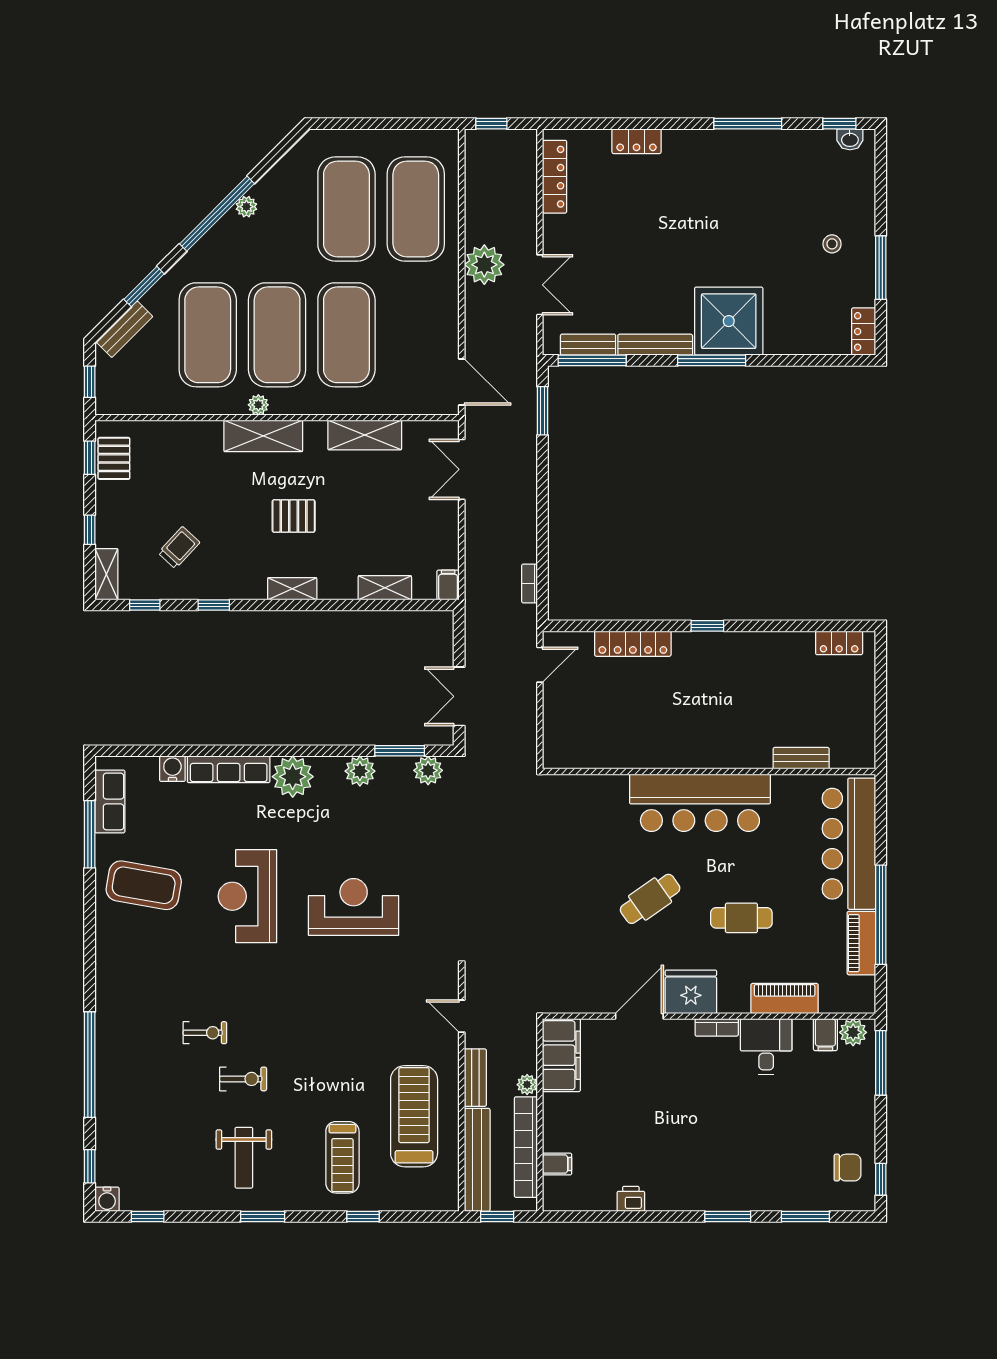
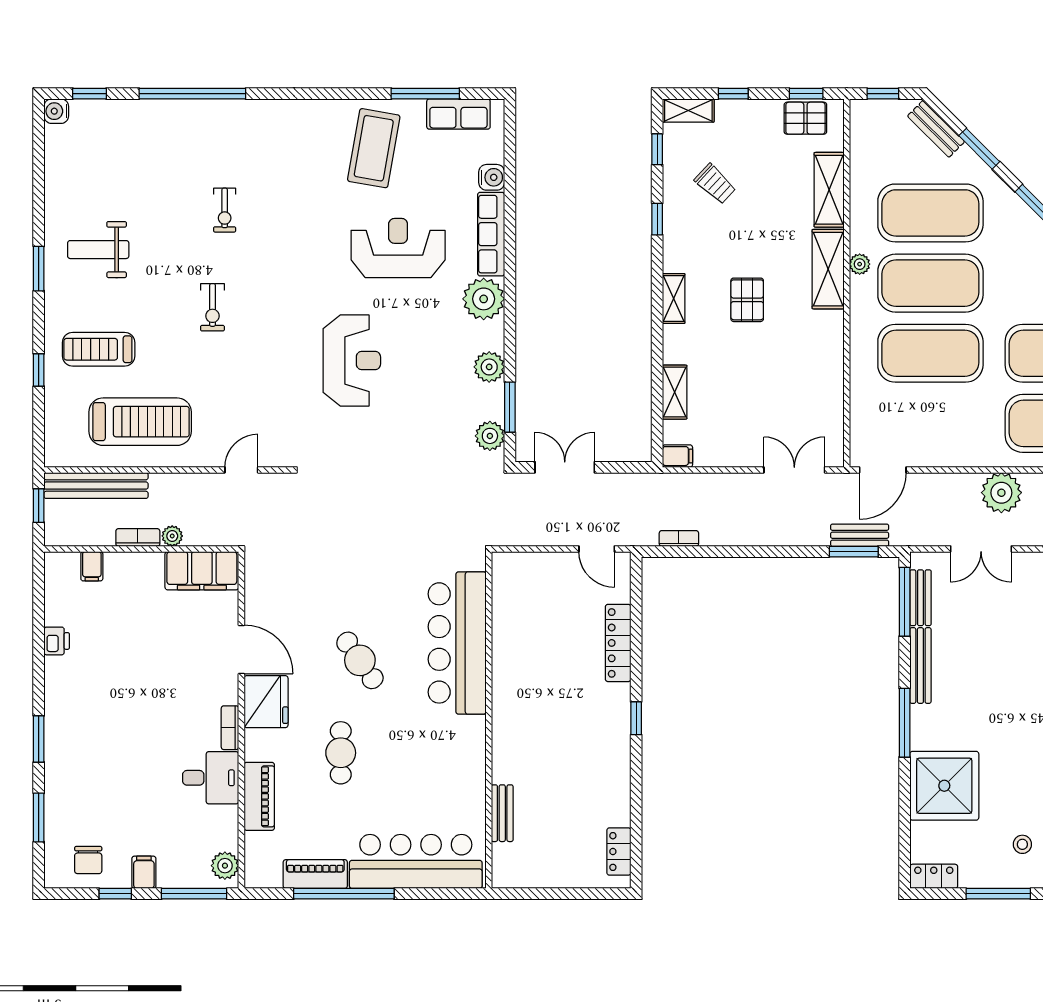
shower: (729, 321) -> (944, 786), moved
shelving: (365, 435) -> (829, 190), moved
bar counter: (700, 803) -> (457, 643), moved
reception desk: (247, 896) -> (398, 248), moved
filing cabinet: (825, 1035) -> (144, 872), moved, turned 90
bench: (475, 1078) -> (860, 535), moved
exercise bike: (243, 1079) -> (212, 307), moved
bookcase: (526, 1147) -> (138, 537), width x0.43, depth x0.76
window: (881, 1179) -> (115, 894), moved
window: (148, 1217) -> (39, 152), removed

